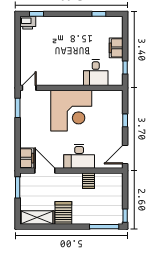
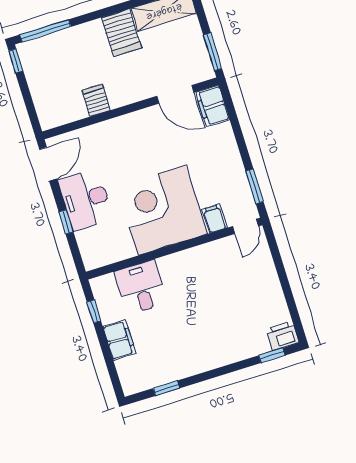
filing cabinet: (45, 97) -> (214, 219), added
desk: (79, 156) -> (85, 199), moved, turned -90

